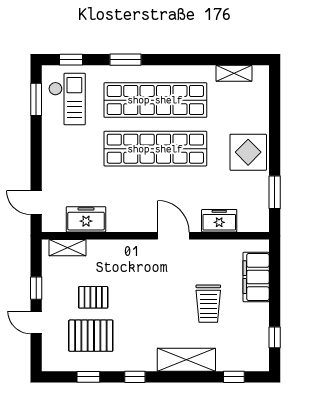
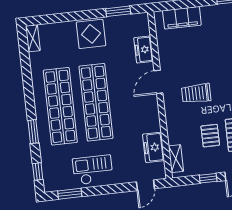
shelving: (234, 73) -> (33, 38), moved
checkout: (67, 99) -> (93, 170), moved
trolley: (208, 304) -> (196, 93), moved, turned 180

